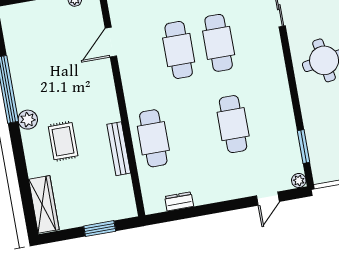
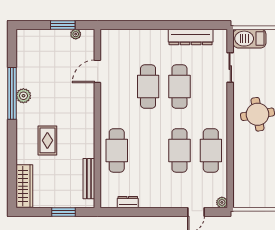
cafe table: (273, 117) -> (211, 150), added
plant: (28, 120) -> (23, 96), moved
window: (304, 146) -> (230, 177), removed
bench: (119, 149) -> (89, 179), moved

